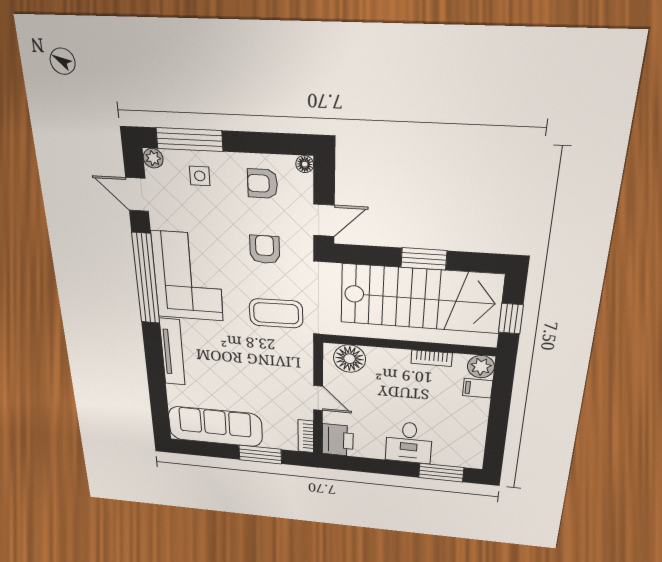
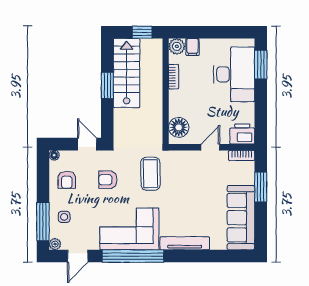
stairs: (421, 299) -> (127, 73), width x0.73, depth x0.66
desk: (409, 442) -> (234, 74), width x1.87, depth x1.30

